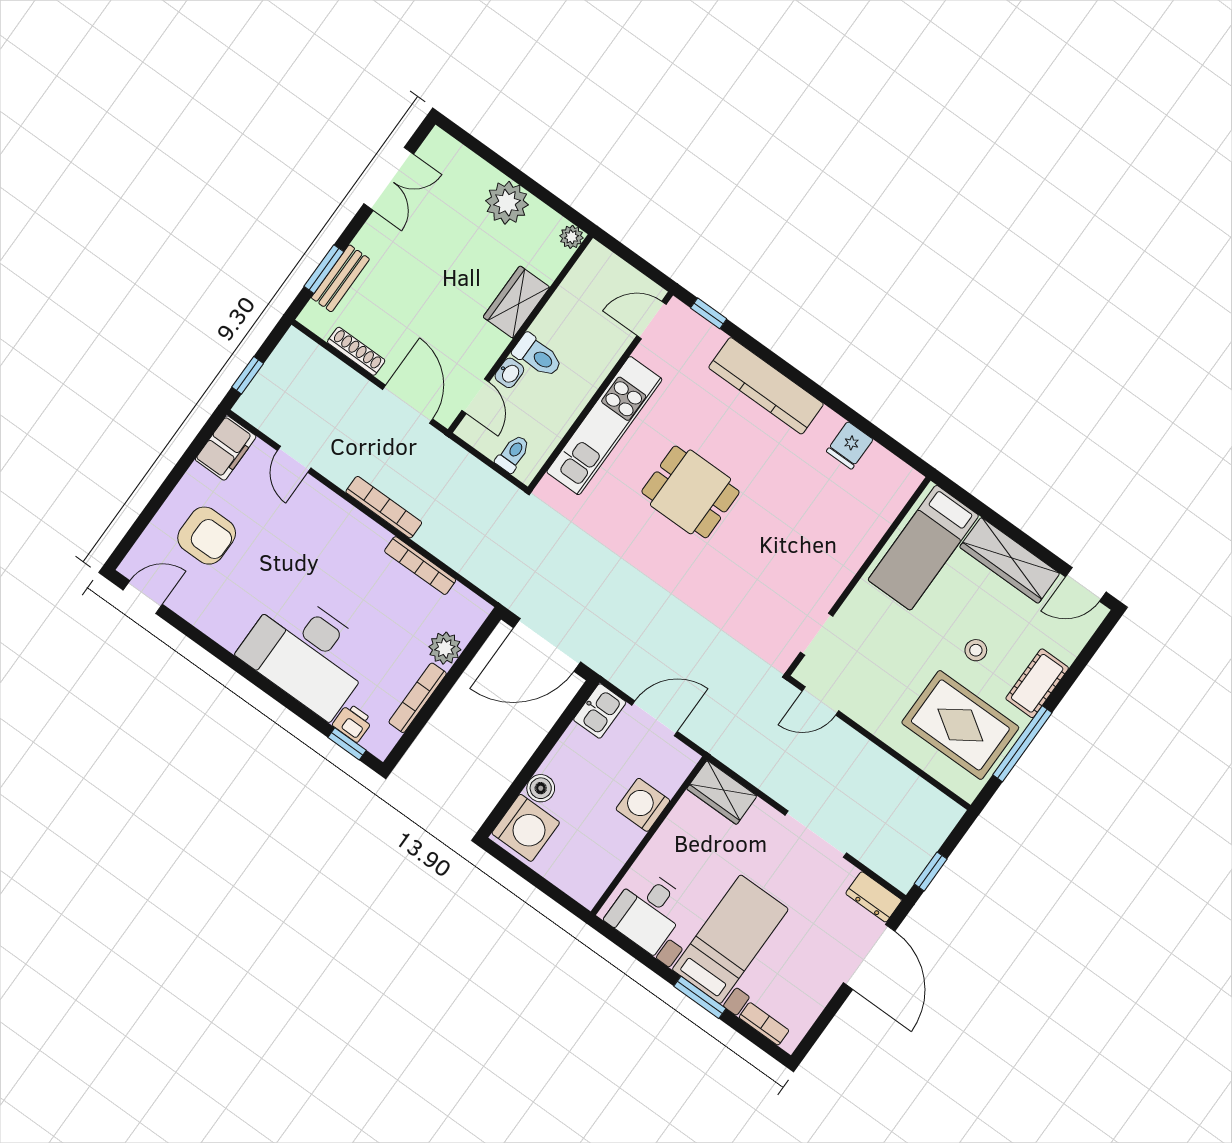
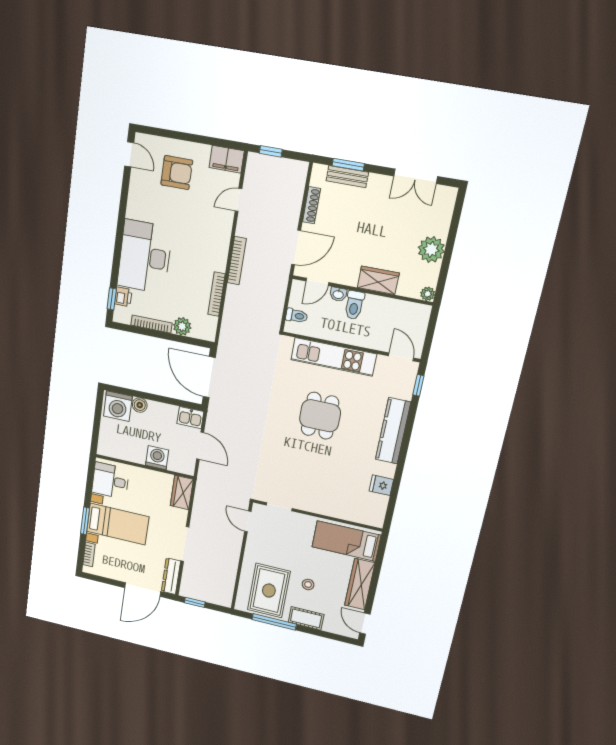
armchair: (207, 536) -> (177, 173), turned -90
dresser: (874, 897) -> (171, 576), width x1.44

